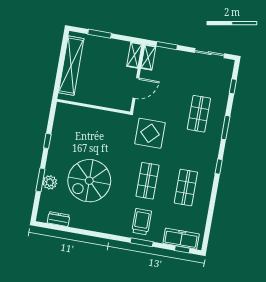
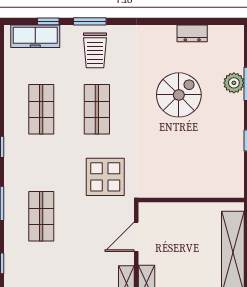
spiral stairs: (89, 181) -> (179, 95), width x0.73, depth x0.73
dresser: (58, 219) -> (192, 33), moved
window: (182, 249) -> (48, 21), moved

